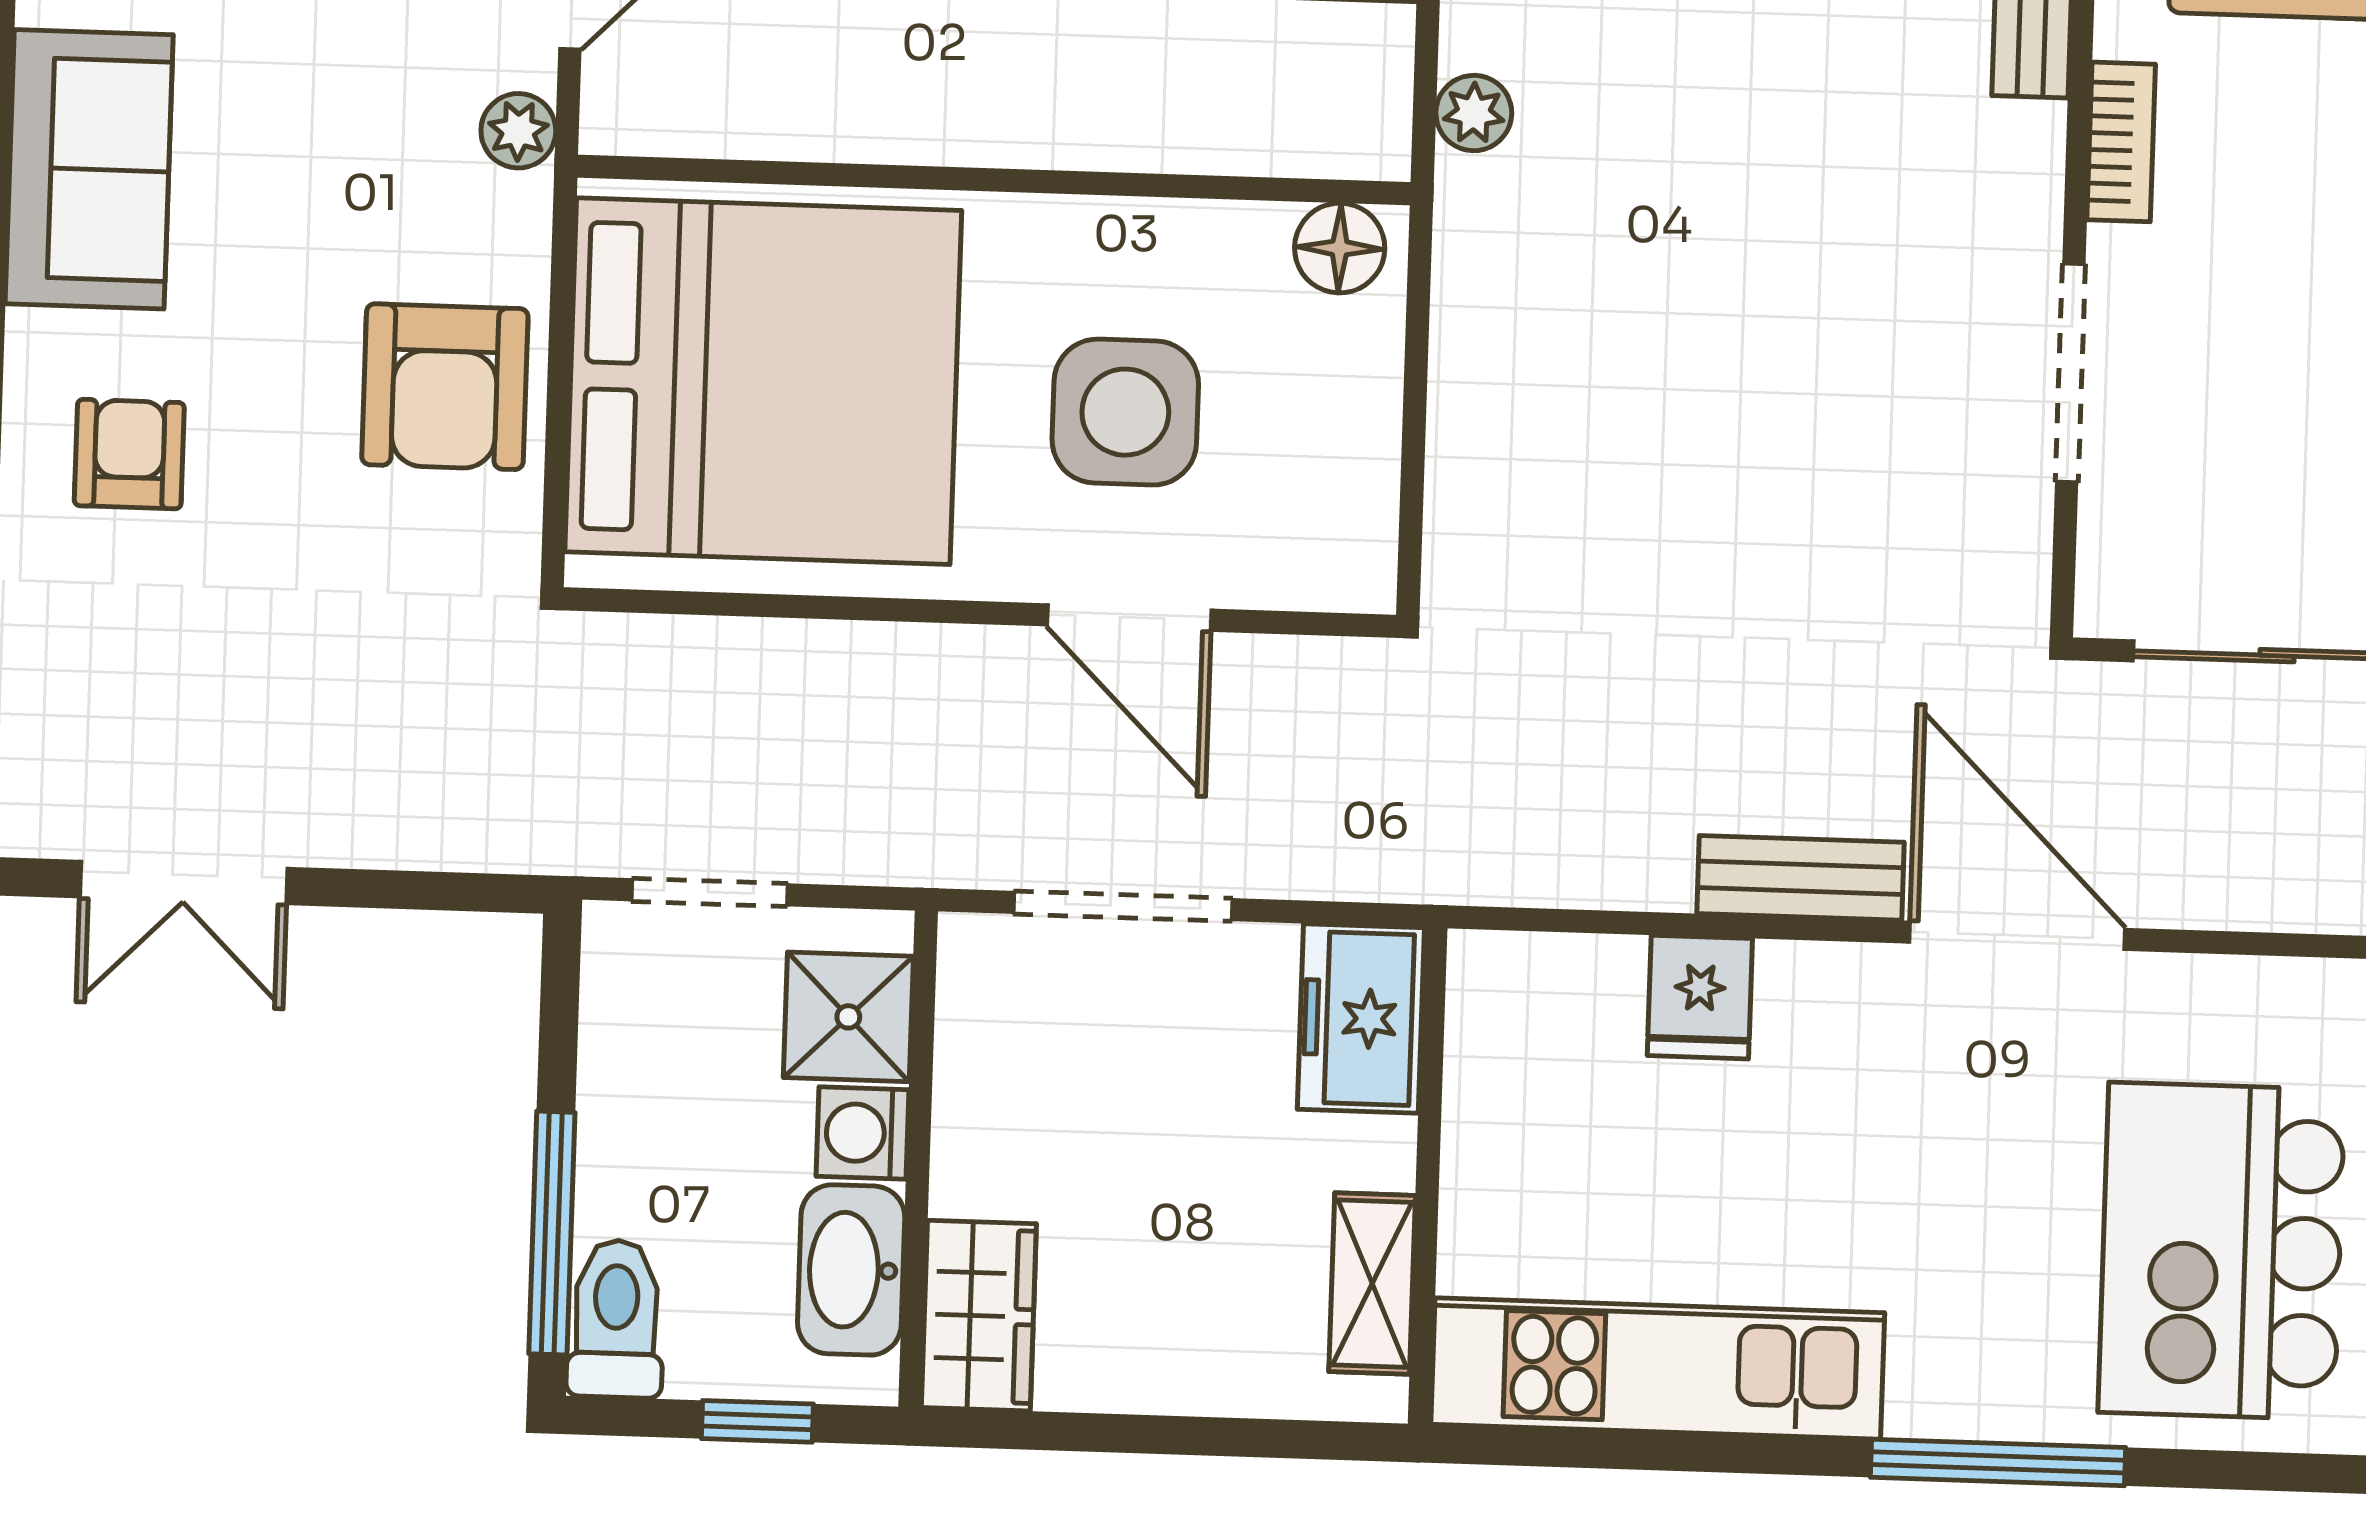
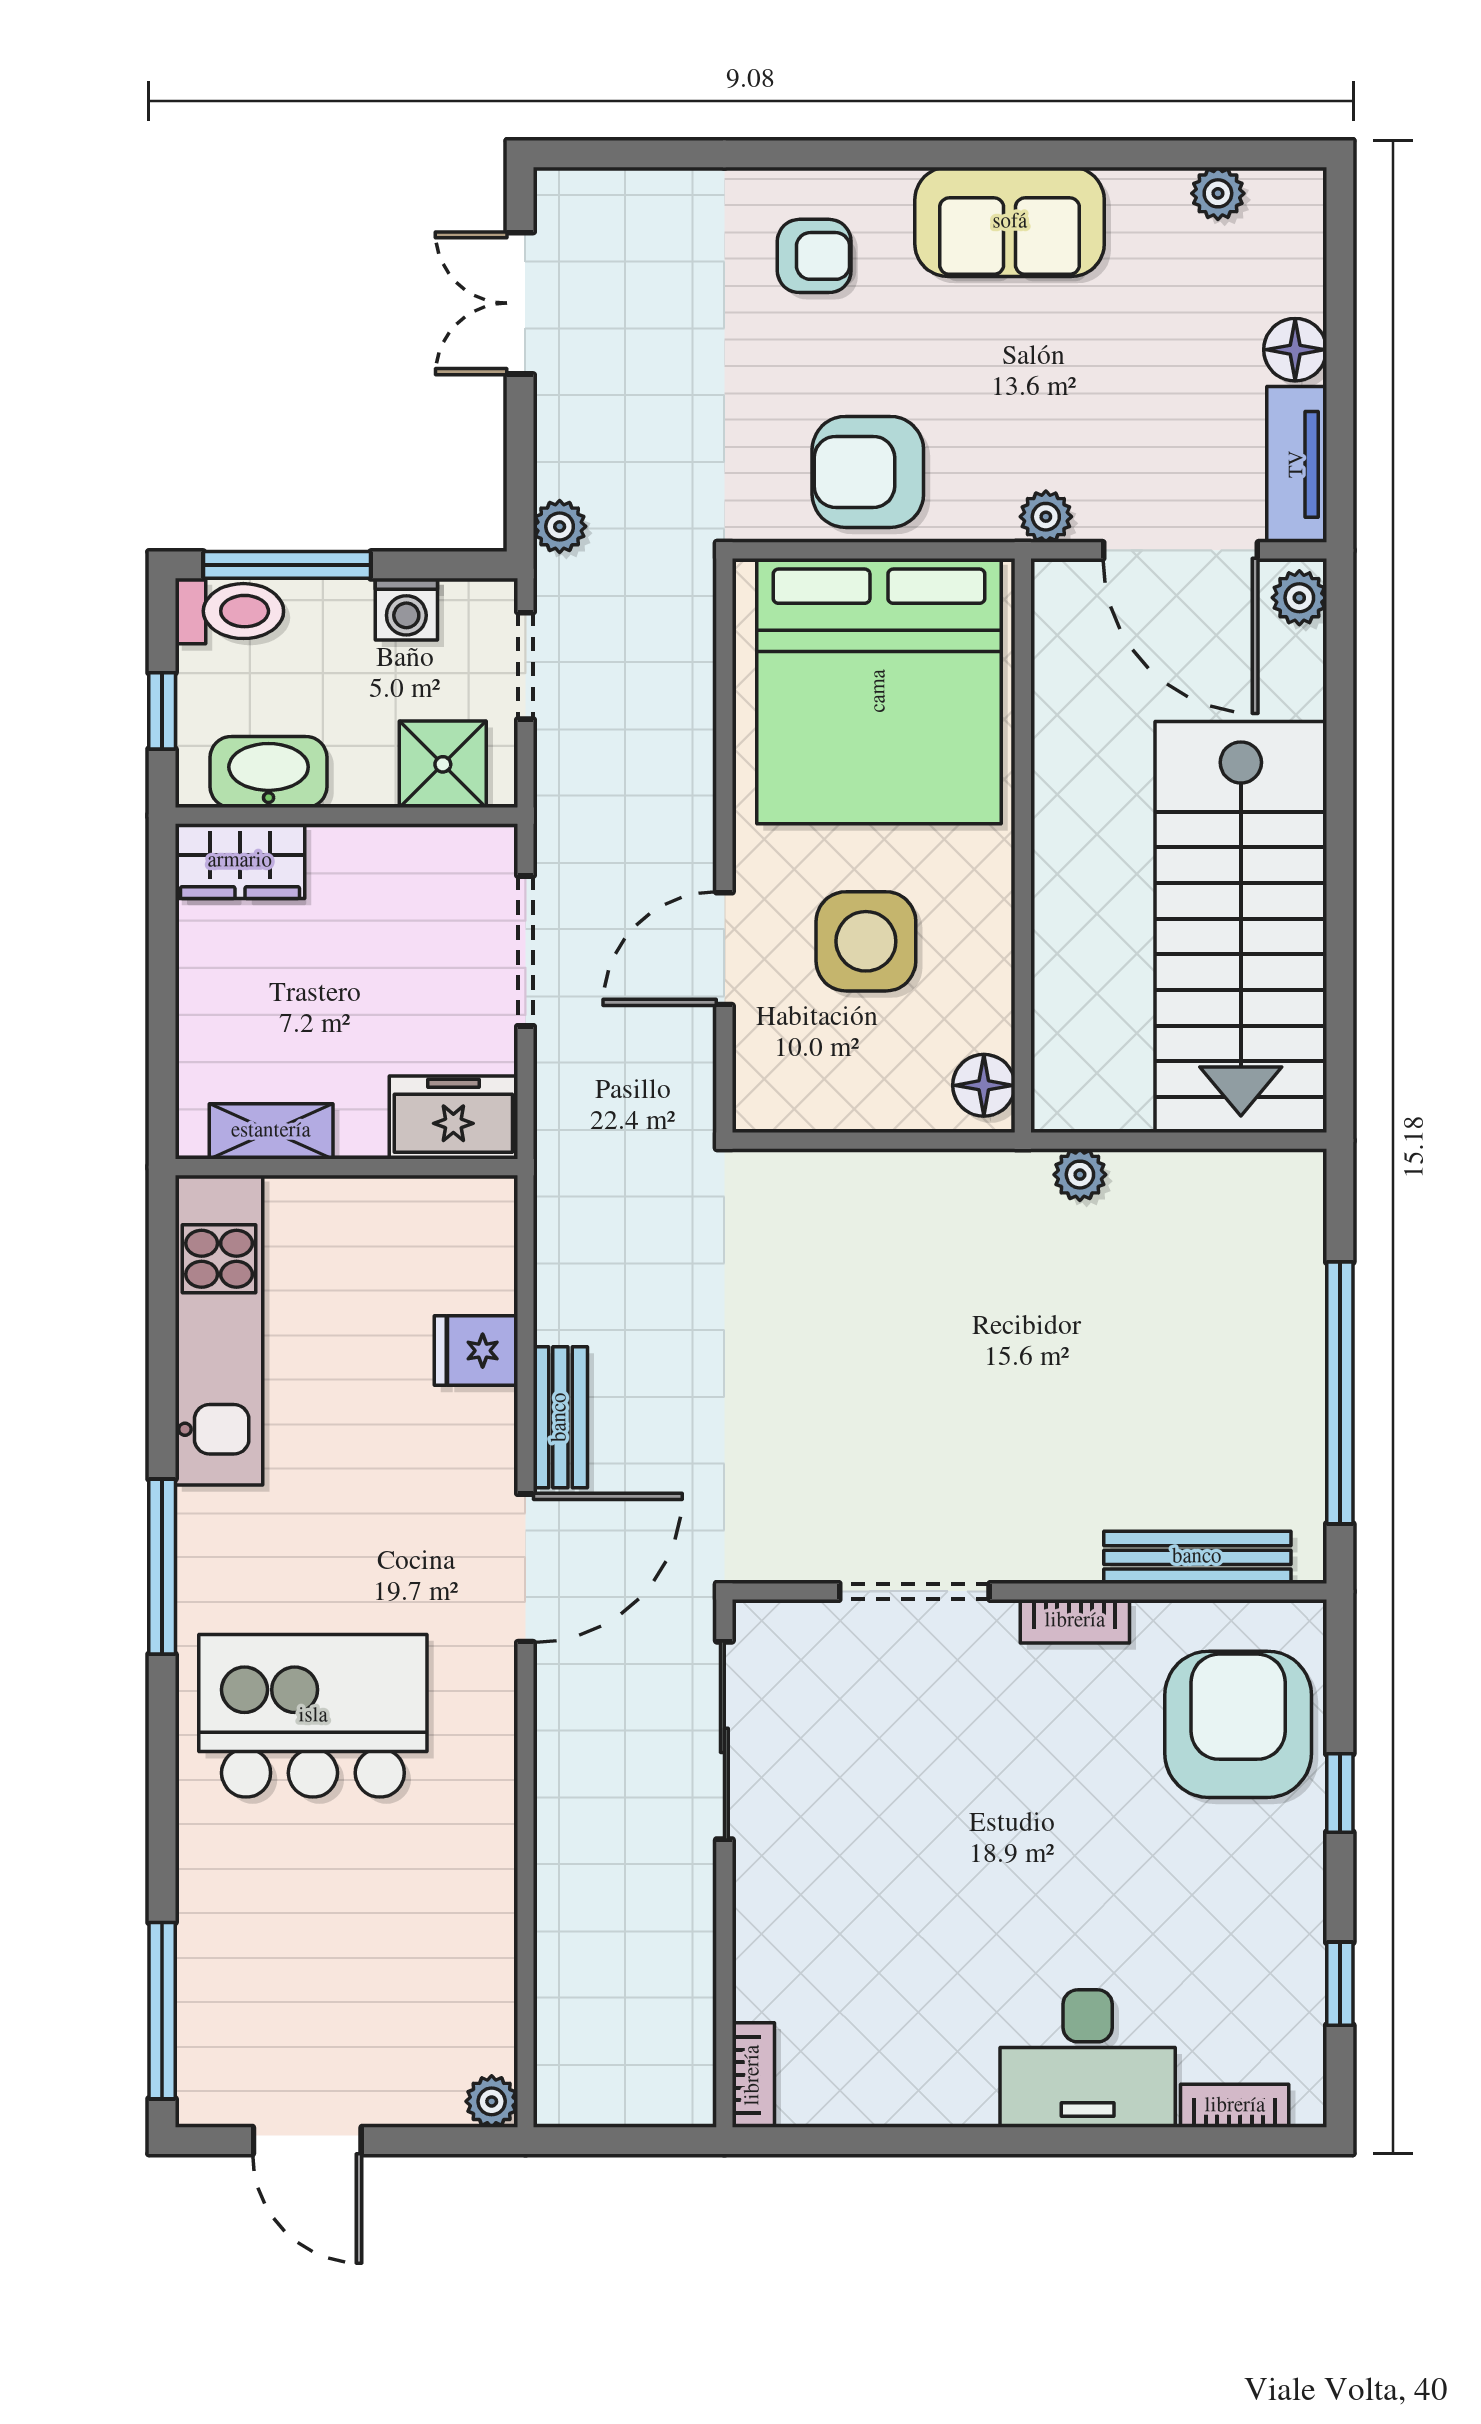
plant: (509, 836) -> (560, 526), added
washing machine: (862, 1133) -> (406, 609), moved, turned 180

